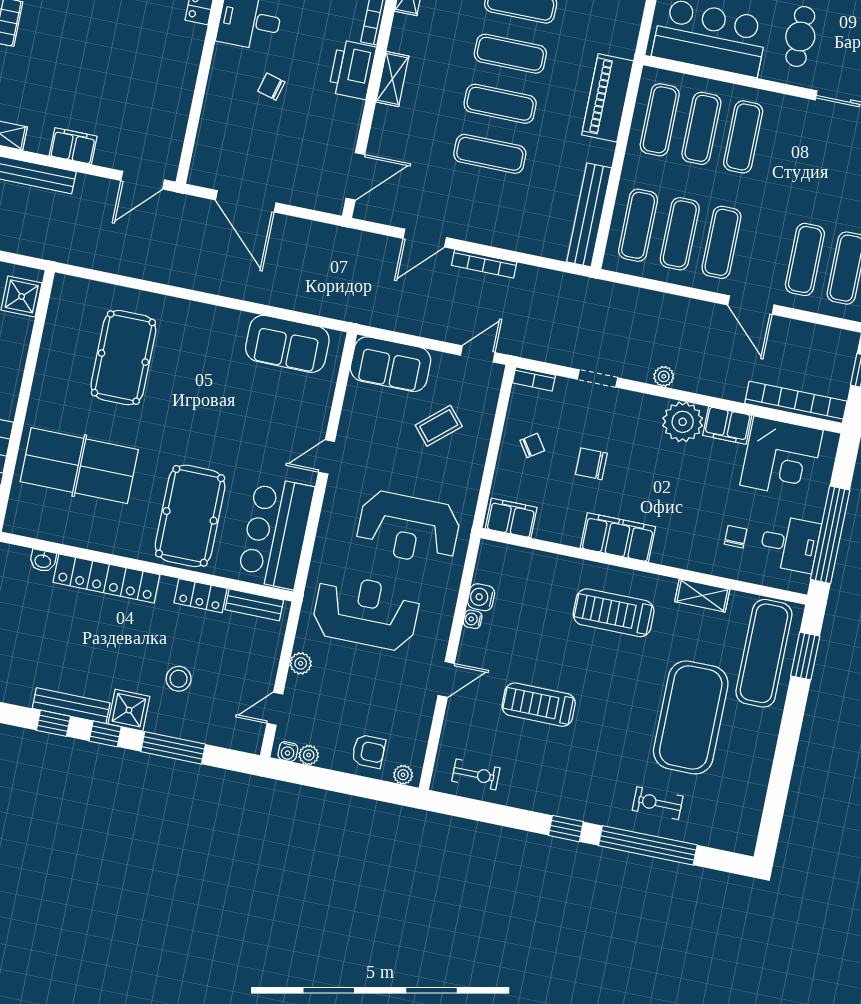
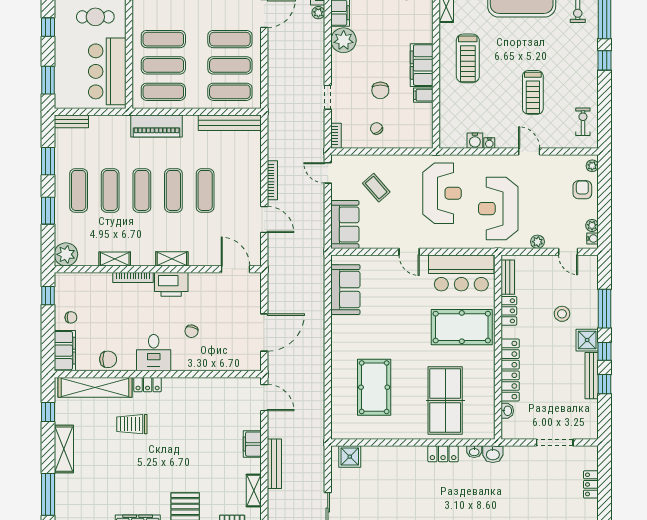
pool table: (123, 358) -> (374, 387), turned 90
plant: (664, 376) -> (318, 13), moved
filing cabinet: (511, 518) -> (423, 95), moved, width x0.50

